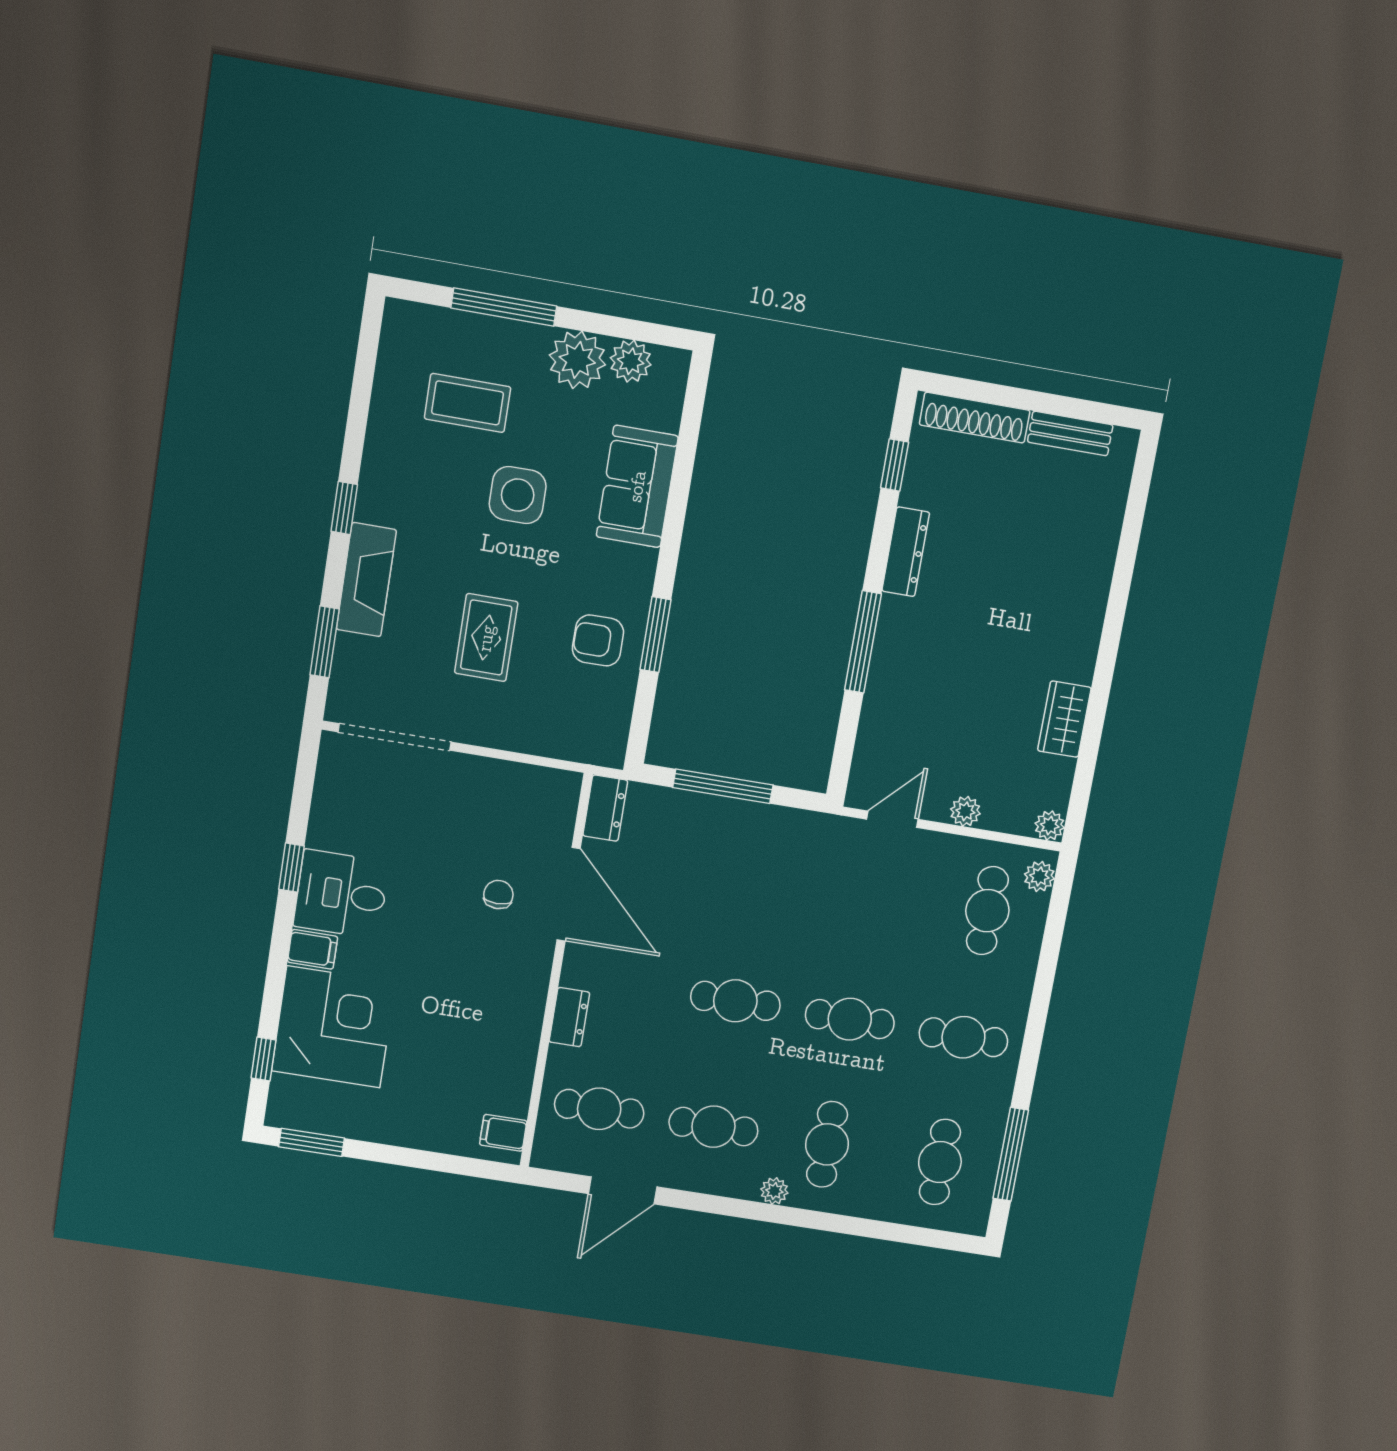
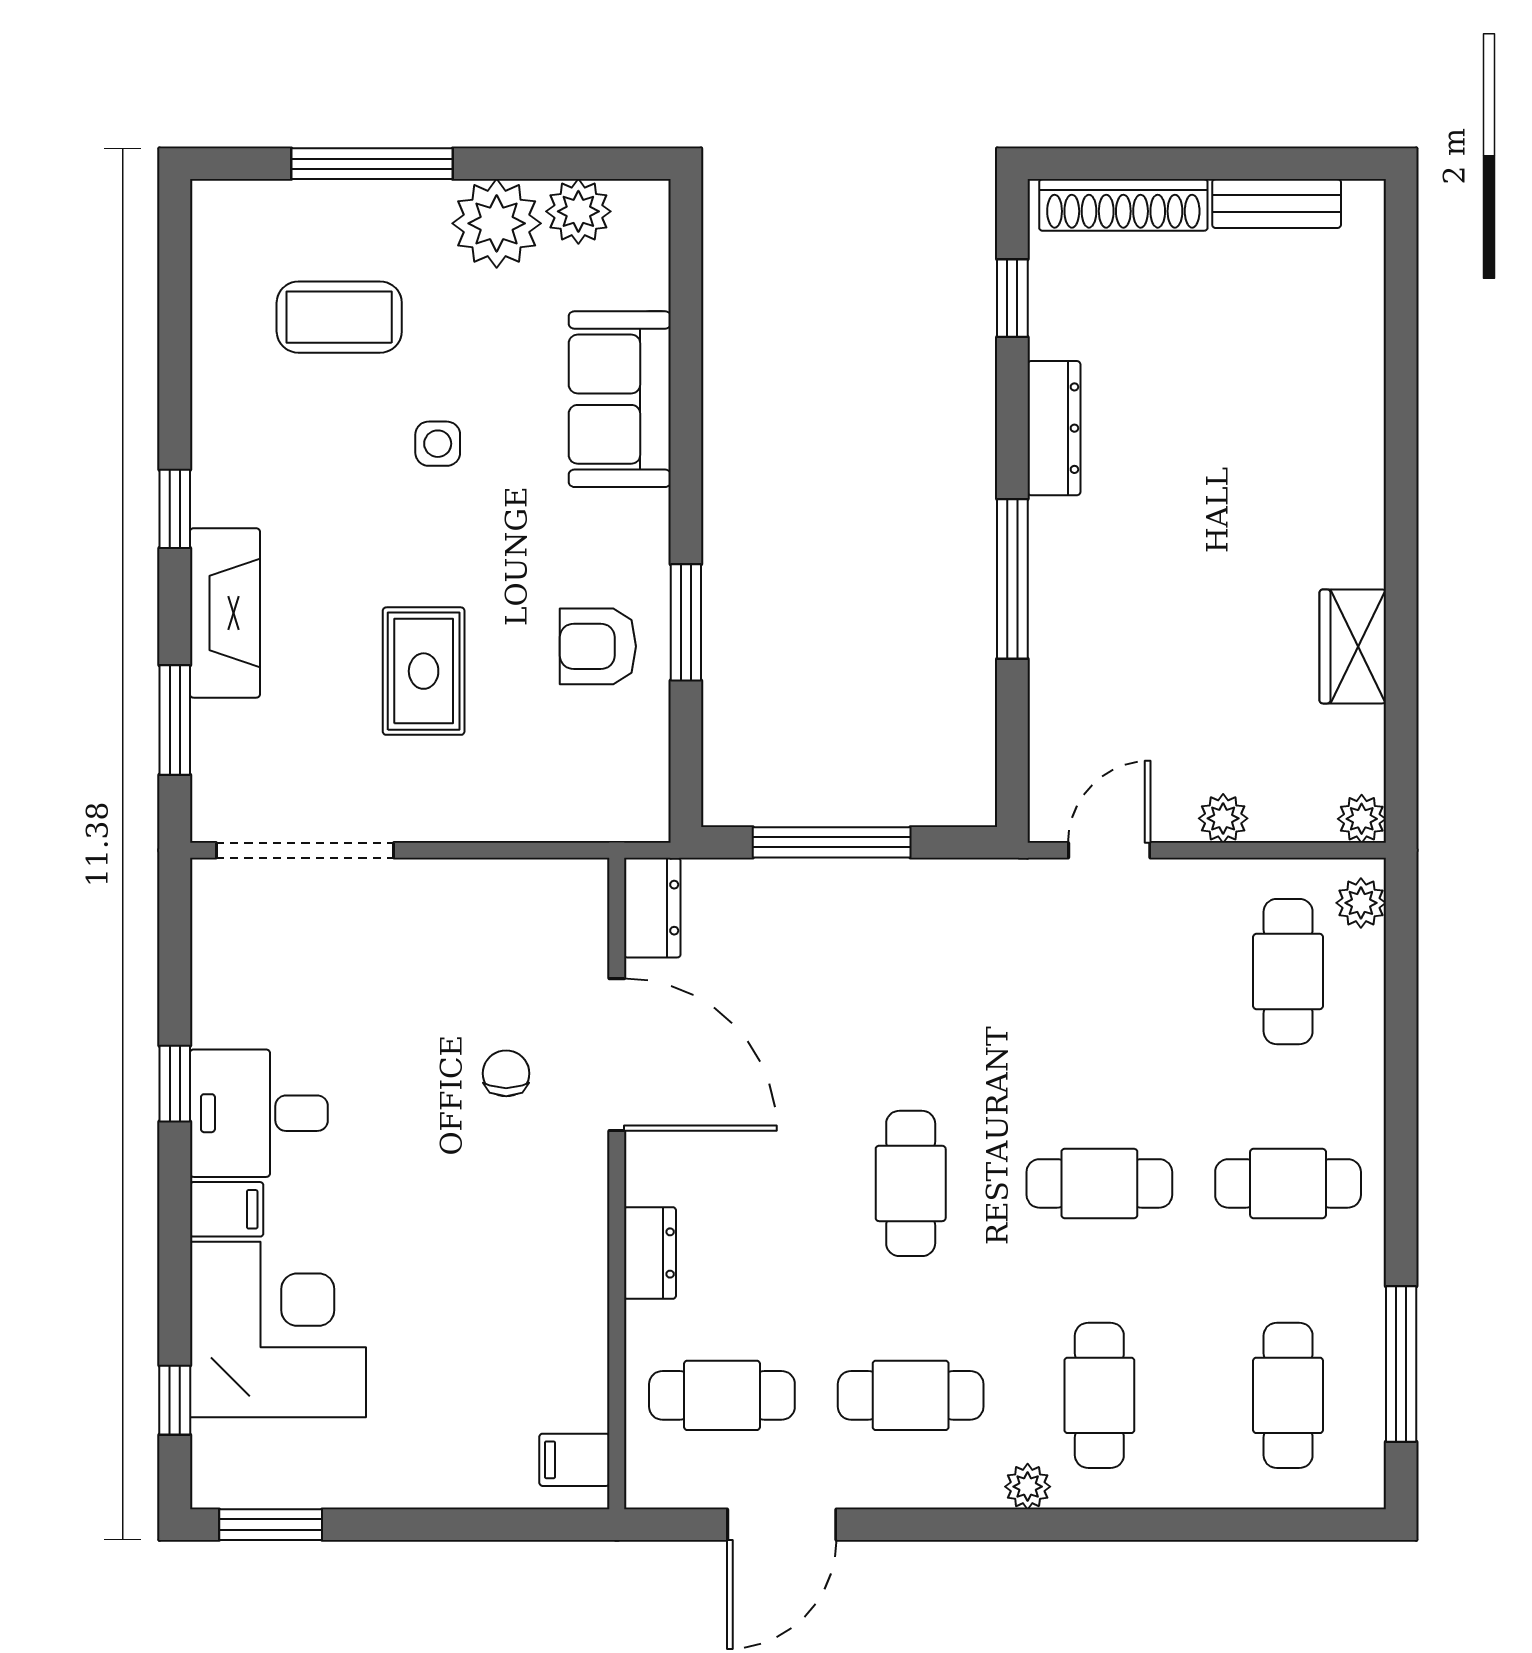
side table: (518, 495) -> (438, 444), width x0.54, depth x0.54
cafe table: (735, 1001) -> (911, 1183), turned 90

